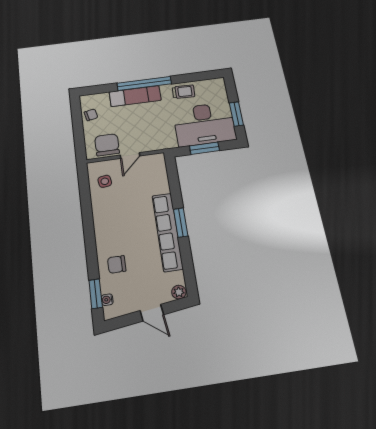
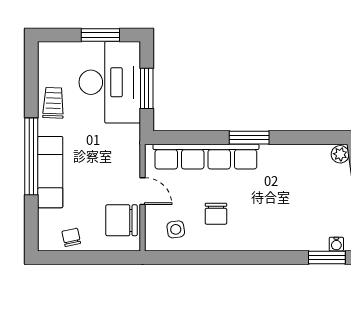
row of seats: (167, 232) -> (206, 157), moved
chair: (117, 264) -> (216, 214), moved

